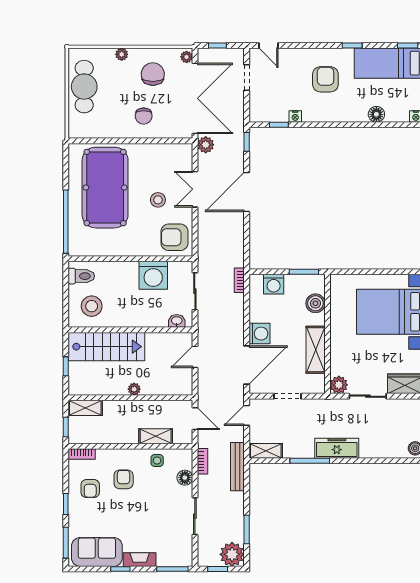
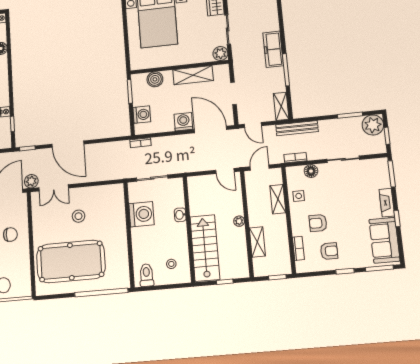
double door: (195, 189) -> (54, 188), moved
armchair: (174, 237) -> (109, 199), removed
stool: (92, 306) -> (171, 264), width x0.53, depth x0.53
washbasin: (177, 321) -> (180, 215), moved
door: (195, 357) -> (225, 171), moved
shelving: (85, 408) -> (257, 242), moved
bookcase: (82, 454) -> (298, 248), moved

